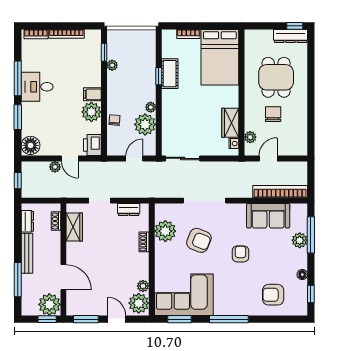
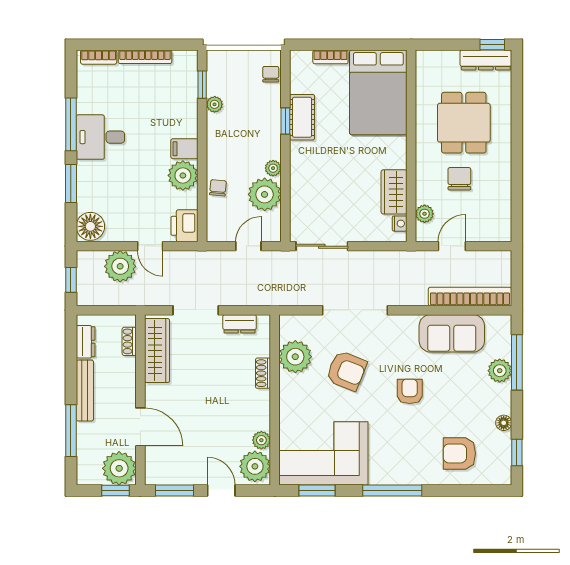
chair: (149, 45) -> (271, 74), added
plant: (55, 167) -> (120, 266), width x1.88, depth x1.88
doorway: (100, 201) -> (196, 310), width x1.38
wardrobe: (74, 227) -> (157, 351), width x1.50

